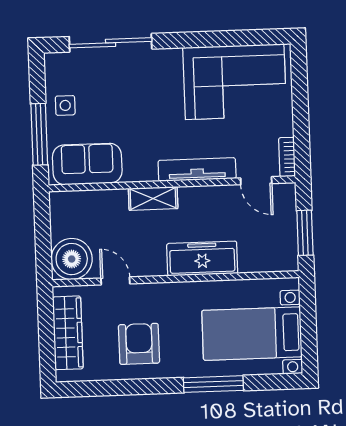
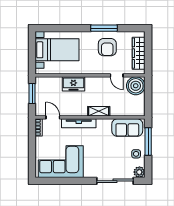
plant: (56, 65) -> (139, 172), added
freezer: (202, 259) -> (73, 84), width x0.71
window: (213, 384) -> (104, 28), moved

